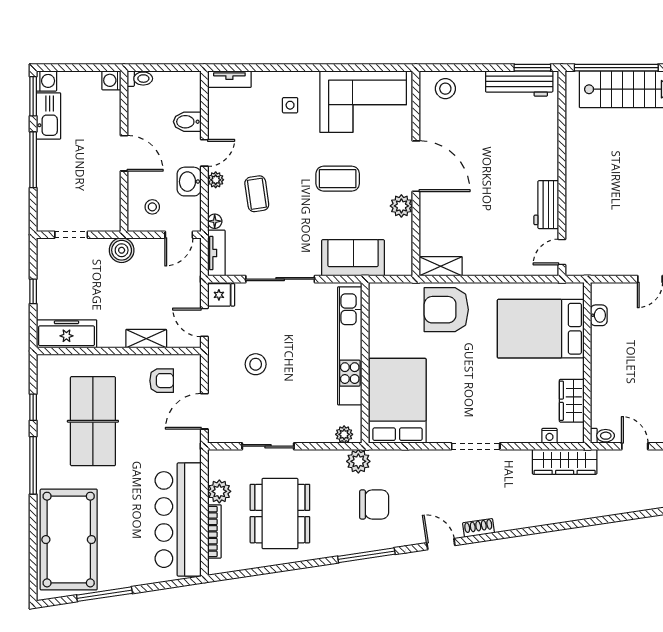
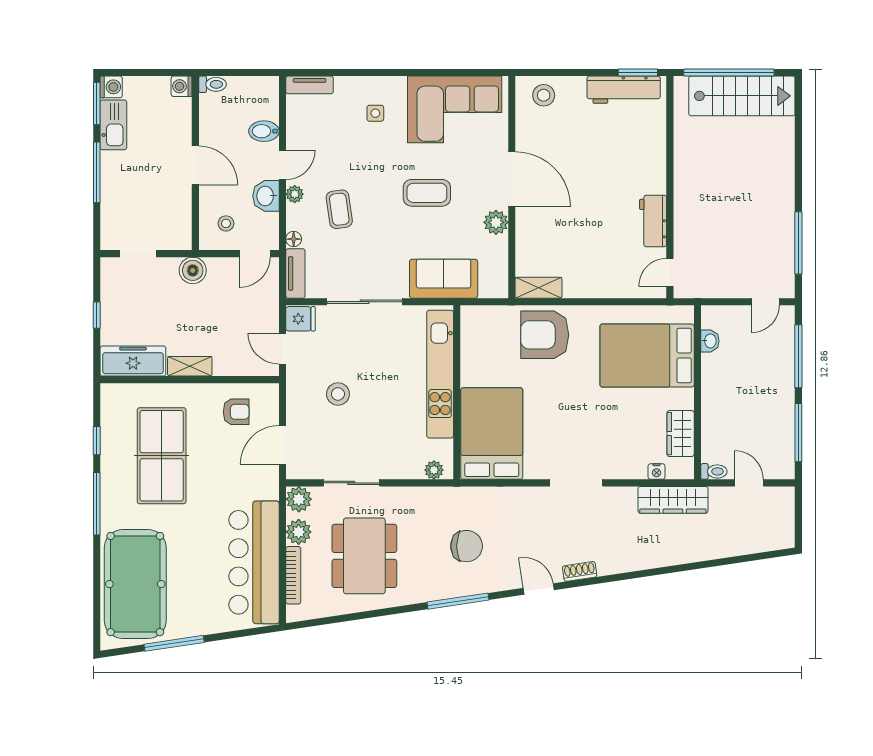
shelving: (146, 339) -> (190, 366), moved
plant: (358, 461) -> (299, 499), moved

